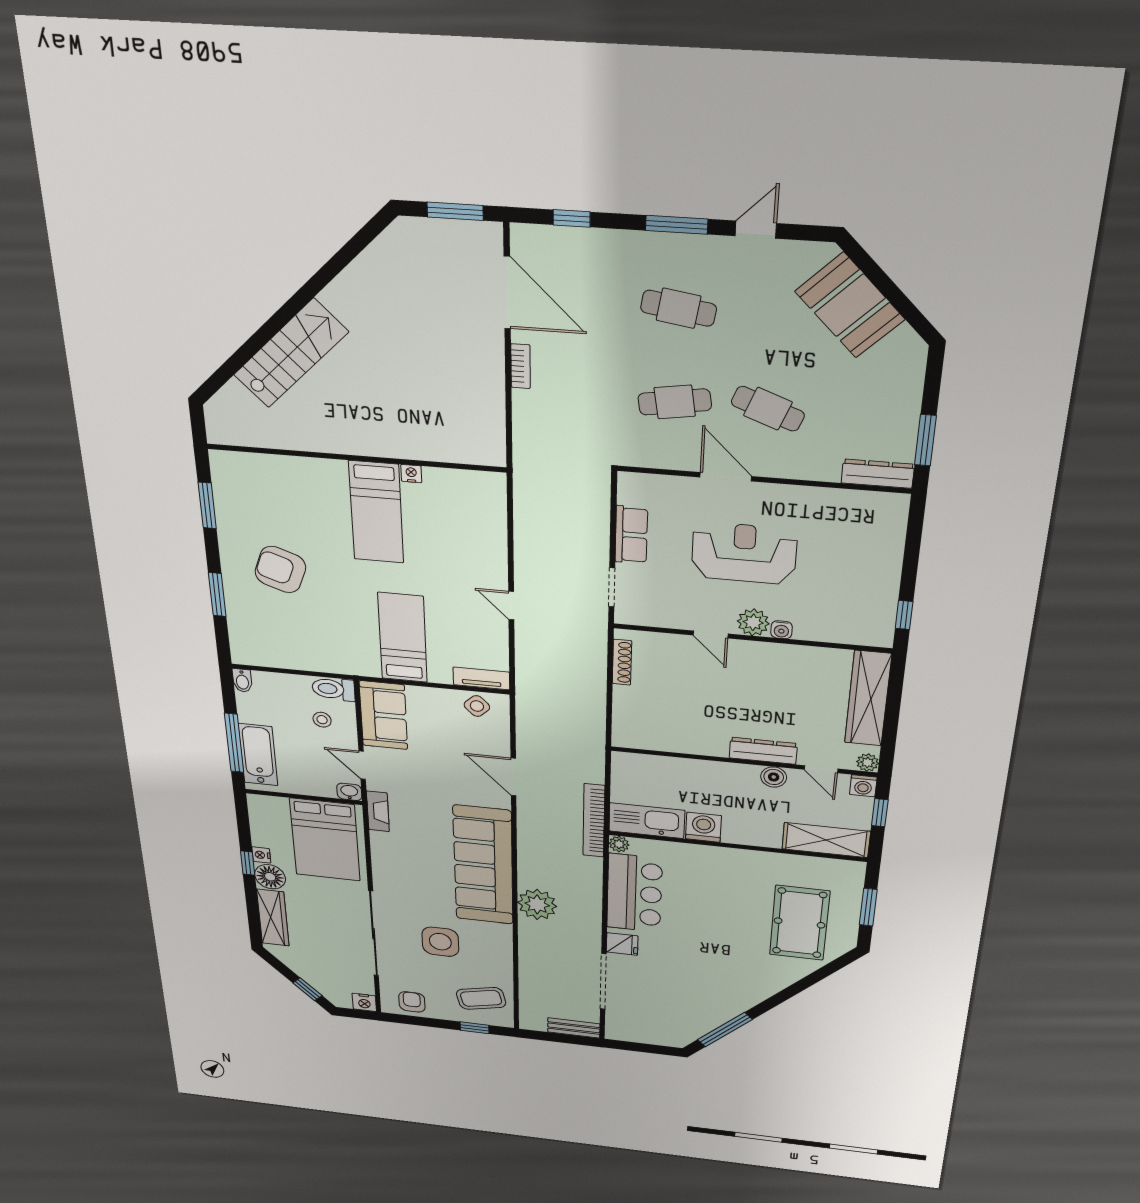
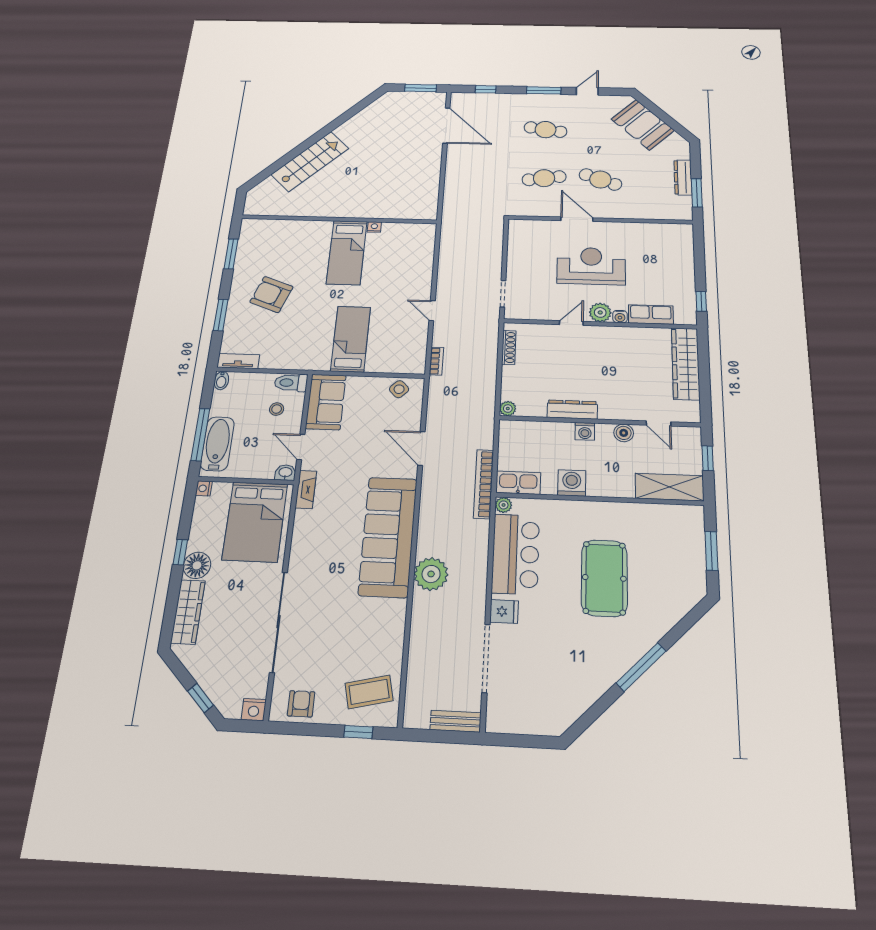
bookcase: (521, 366) -> (436, 361), moved
dresser: (878, 474) -> (683, 177), moved, turned -90
row of seats: (631, 535) -> (651, 314), moved, turned -90
door: (711, 635) -> (571, 323), swing flipped
tv unit: (481, 678) -> (238, 361), moved
dresser: (763, 751) -> (572, 410), moved
plant: (868, 763) -> (508, 409), moved
washing machine: (863, 786) -> (585, 431), moved
kitchen sink: (647, 821) -> (518, 483), width x0.73, depth x0.81
nightstand: (261, 855) -> (204, 488), moved
pool table: (800, 923) -> (604, 578), moved
side table: (440, 942) -> (339, 625), removed
window: (725, 1030) -> (641, 667), moved

